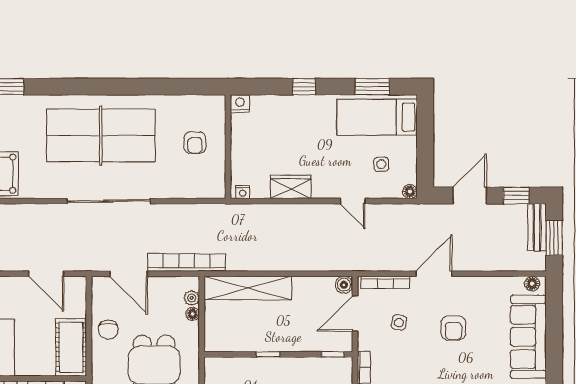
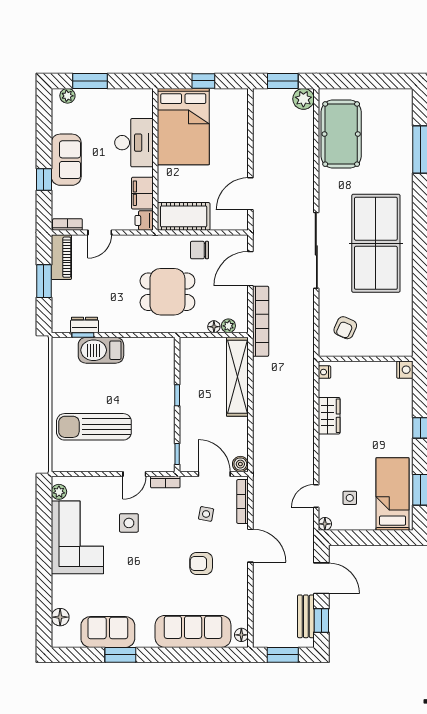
armchair: (195, 143) -> (345, 328), moved, turned -66
door: (353, 201) -> (316, 496), moved
bench: (537, 227) -> (306, 616), moved, turned 90

